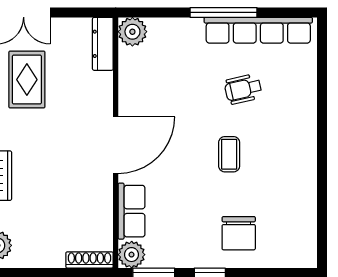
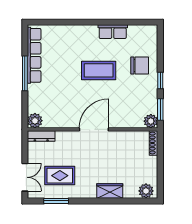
wheelchair: (243, 89) -> (65, 63), removed
door: (116, 145) -> (94, 129), hinge flipped
coffee table: (229, 154) -> (99, 70), width x1.86, depth x1.72
row of seats: (132, 211) -> (113, 32), moved, turned 180

